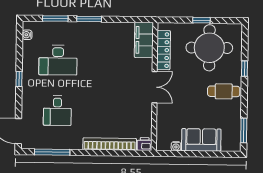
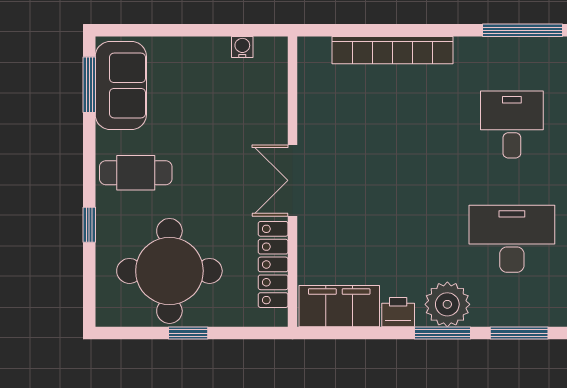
plant: (87, 32) -> (447, 304), added
filing cabinet: (144, 40) -> (339, 306), moved, turned -90
sofa: (201, 140) -> (121, 85), moved, turned -90
printer: (145, 144) -> (398, 312), moved, turned 180

